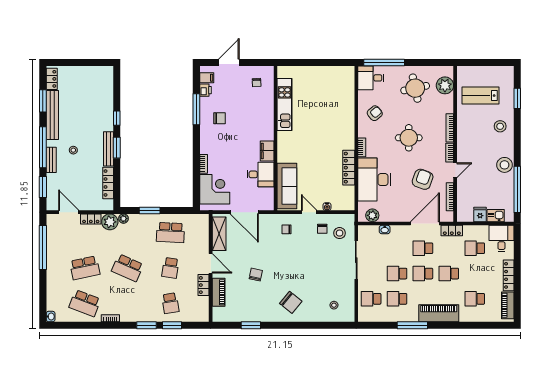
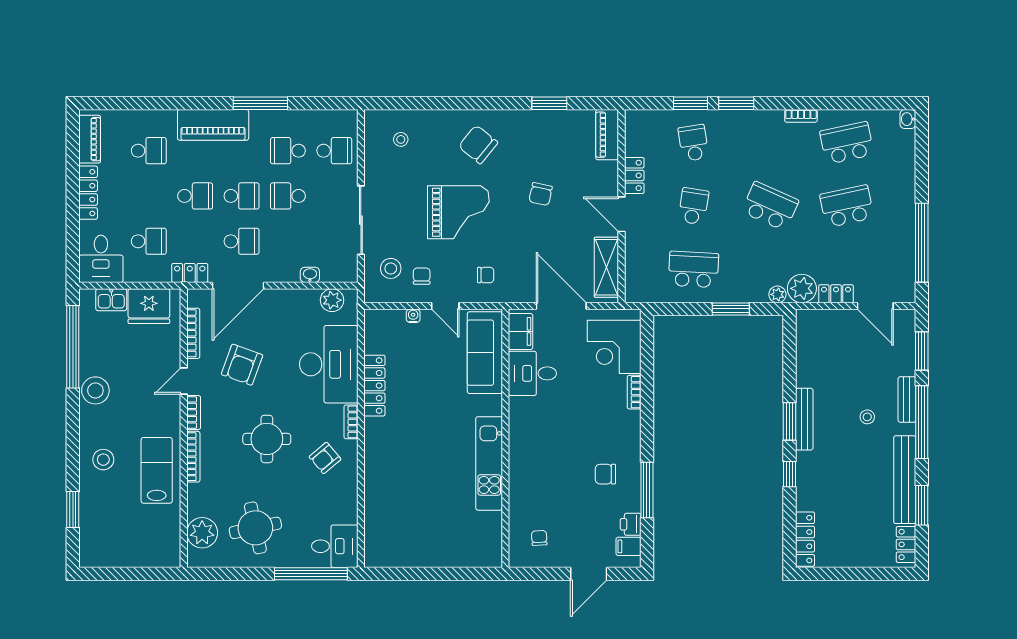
lab bench: (480, 96) -> (157, 470), moved, turned -90
kitchen unit: (285, 104) -> (489, 463), moved
armchair: (375, 113) -> (325, 458), moved
filing cabinet: (267, 151) -> (521, 331), moved
locker: (108, 183) -> (805, 539), moved
fridge: (480, 214) -> (149, 306), width x1.88, depth x1.34
grand piano: (302, 264) -> (458, 212), added
school desk: (397, 274) -> (288, 196), turned 180
piano: (219, 292) -> (607, 135), moved
school desk: (397, 299) -> (288, 151), turned 180
school desk: (85, 303) -> (847, 143), turned -33

